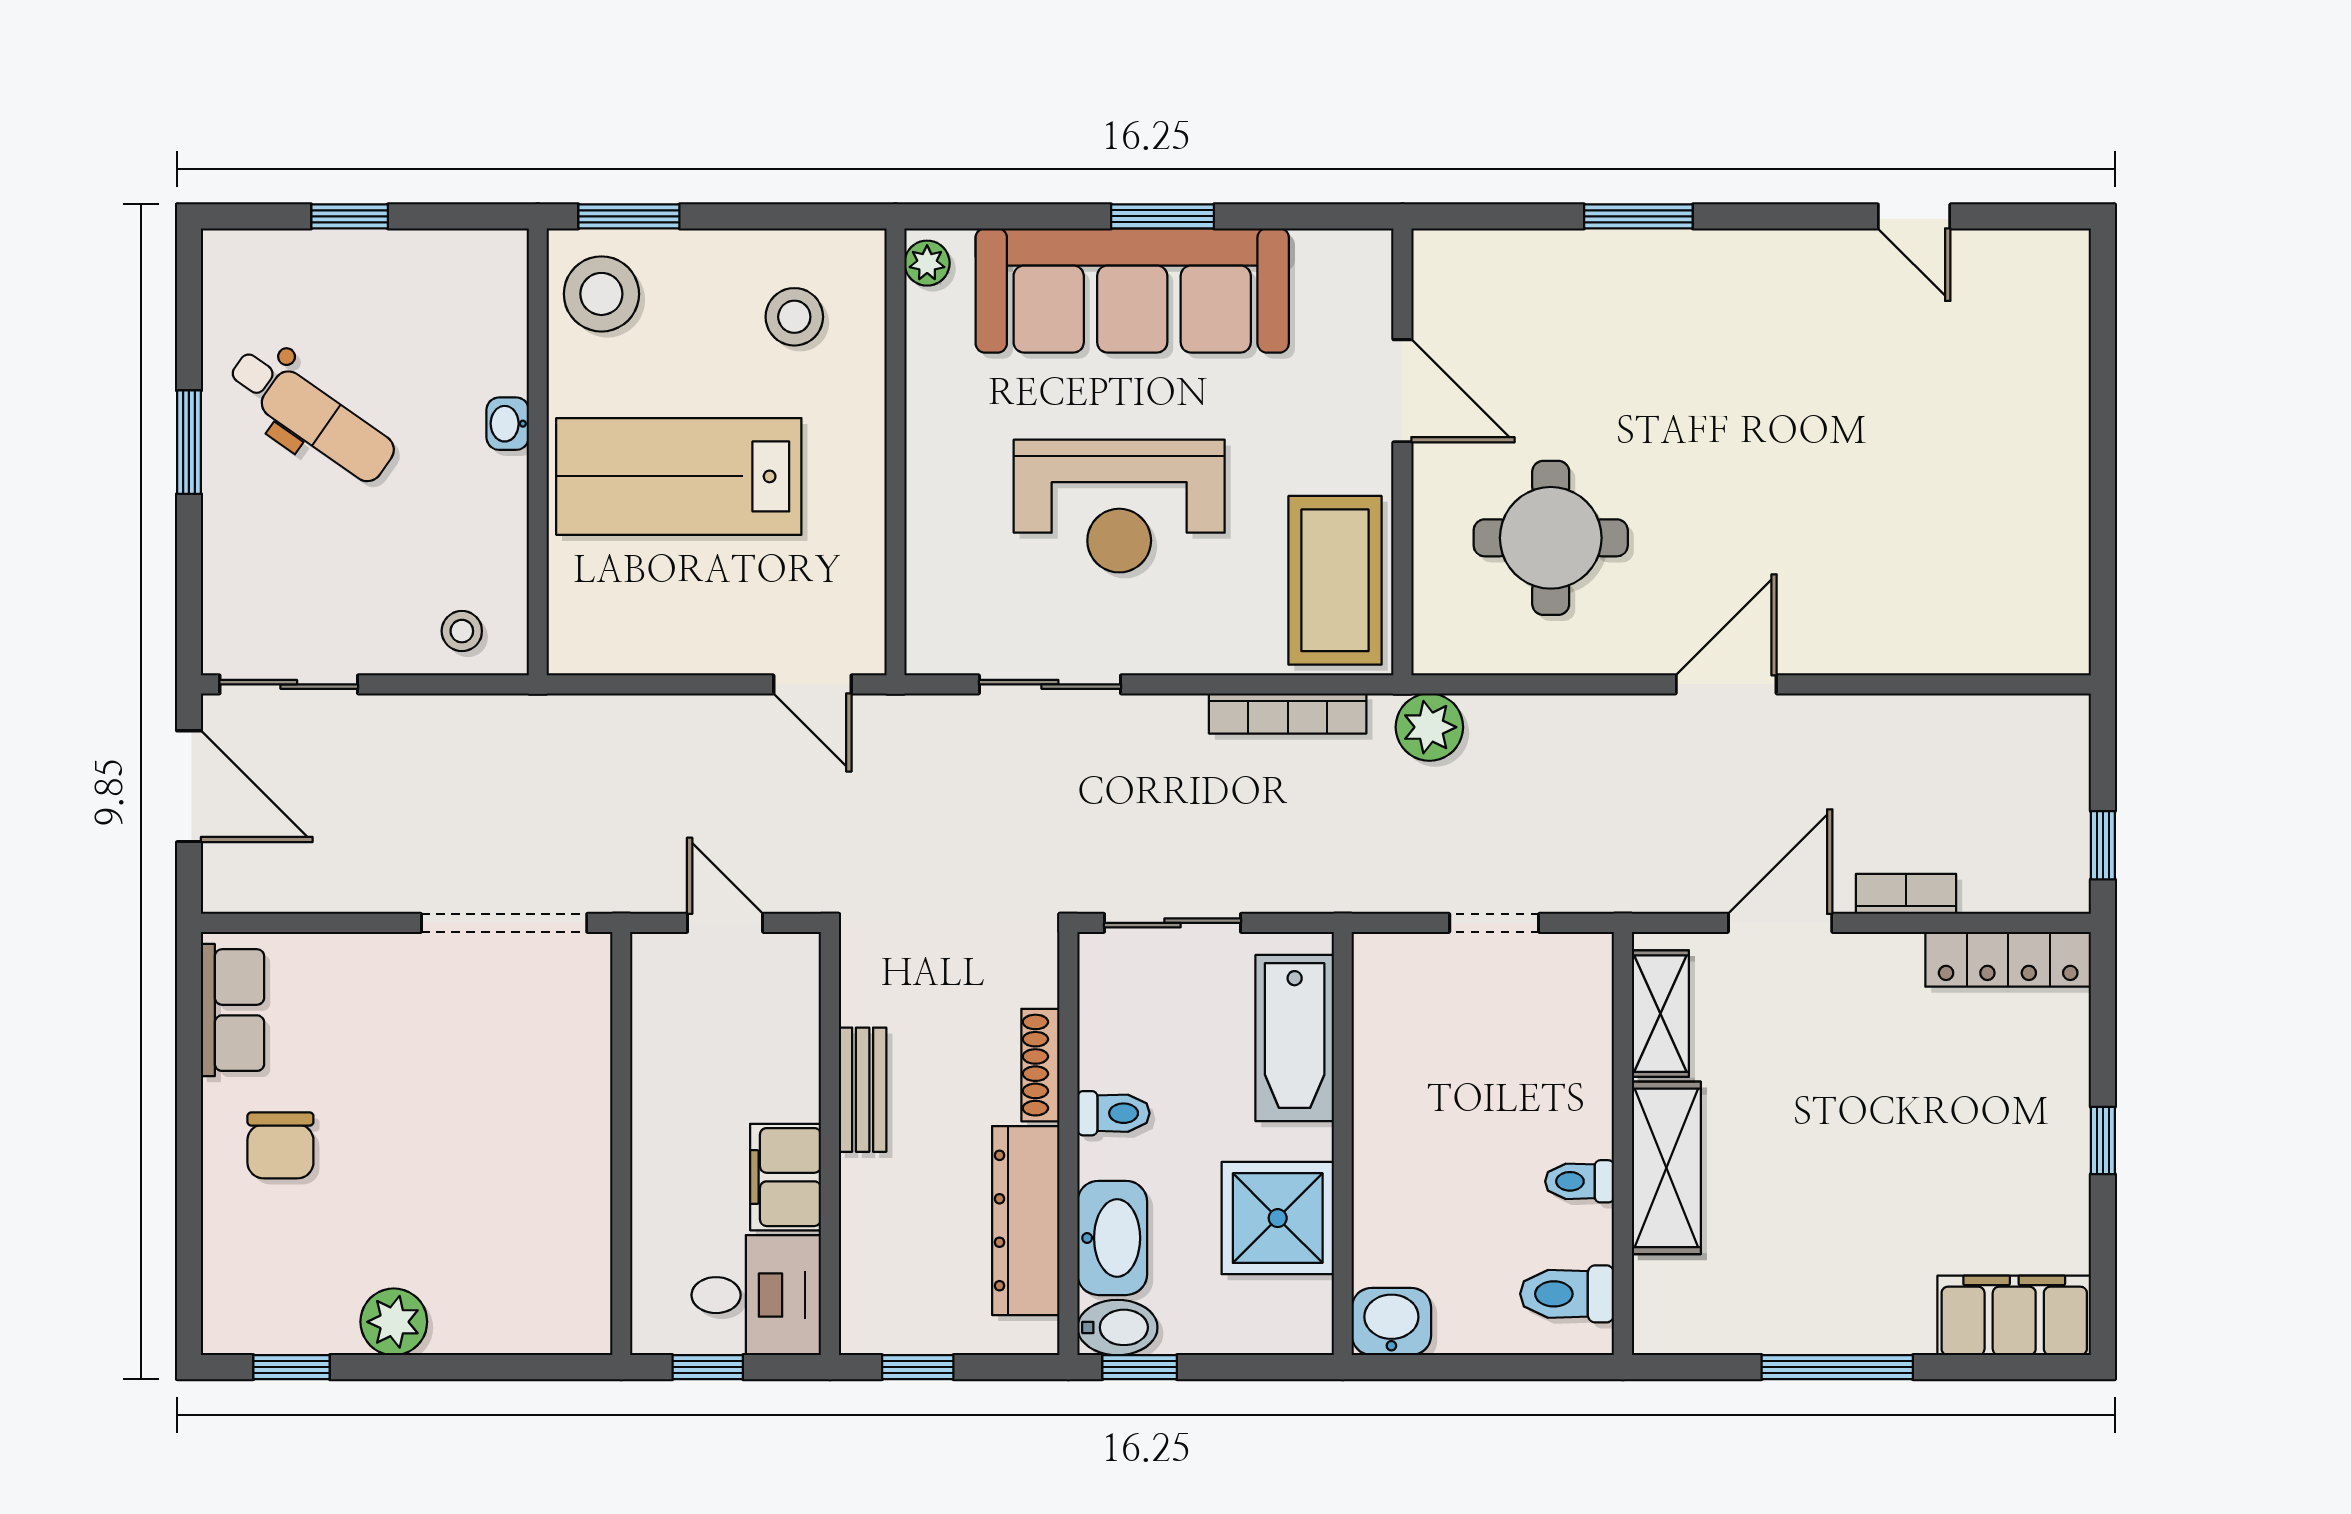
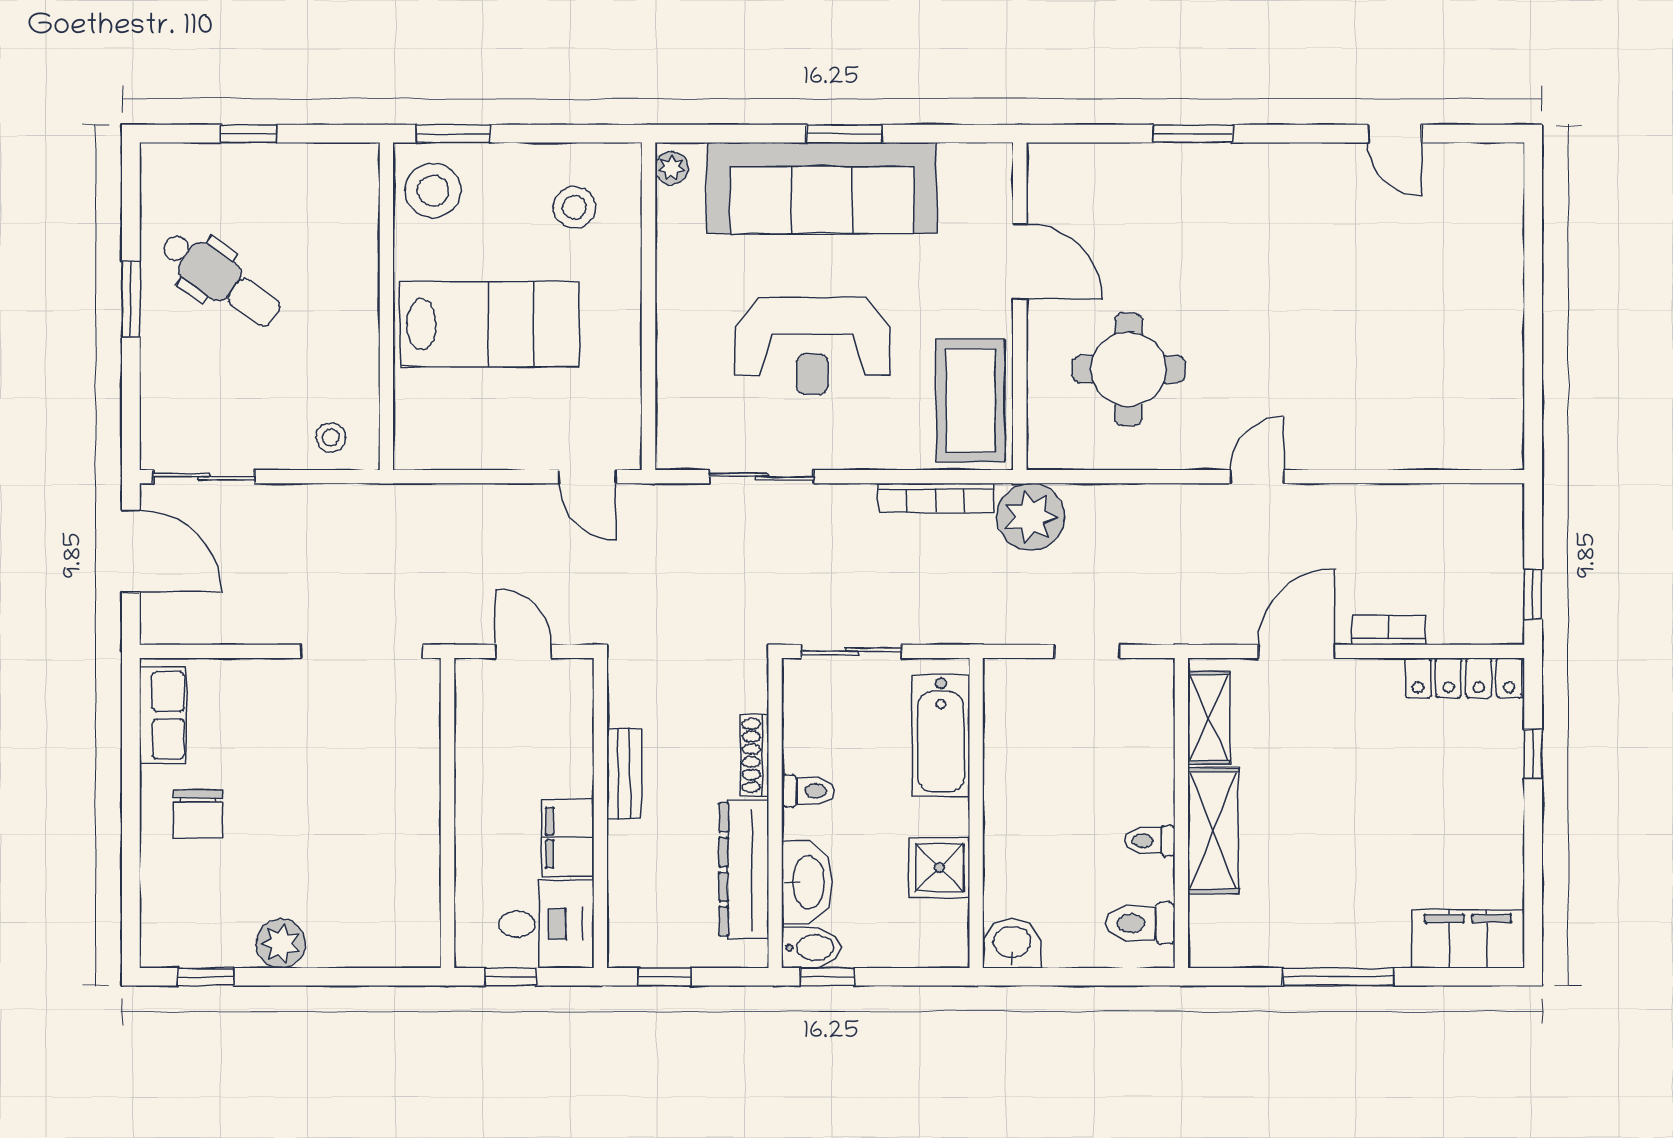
washbasin: (508, 424) -> (364, 286), removed
lab bench: (679, 476) -> (490, 324), turned 180
door: (1726, 684) -> (1257, 477), width x0.73
plant: (1429, 727) -> (1031, 517), width x1.36, depth x1.36
window: (2103, 1140) -> (1533, 754), moved
shower: (1278, 1218) -> (939, 868), width x0.73, depth x0.73

